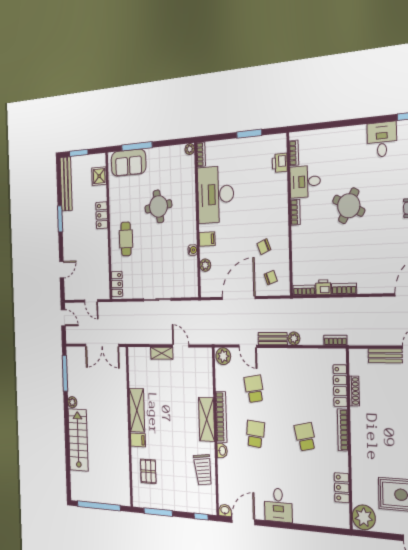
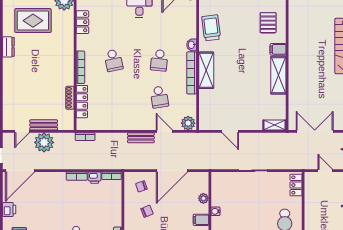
plant: (294, 338) -> (44, 142), moved, width x1.88, depth x1.88
shelving: (162, 353) -> (274, 125), moved

